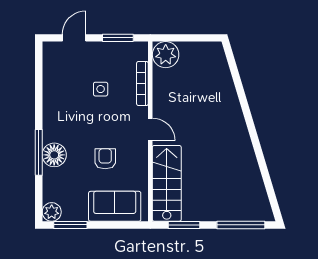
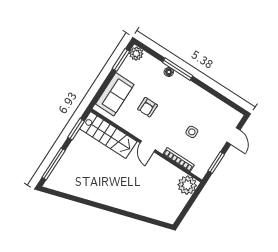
door: (150, 129) -> (148, 146), hinge flipped
floor lamp: (54, 155) -> (169, 72), width x0.53, depth x0.53
armchair: (105, 159) -> (148, 107), turned 90

